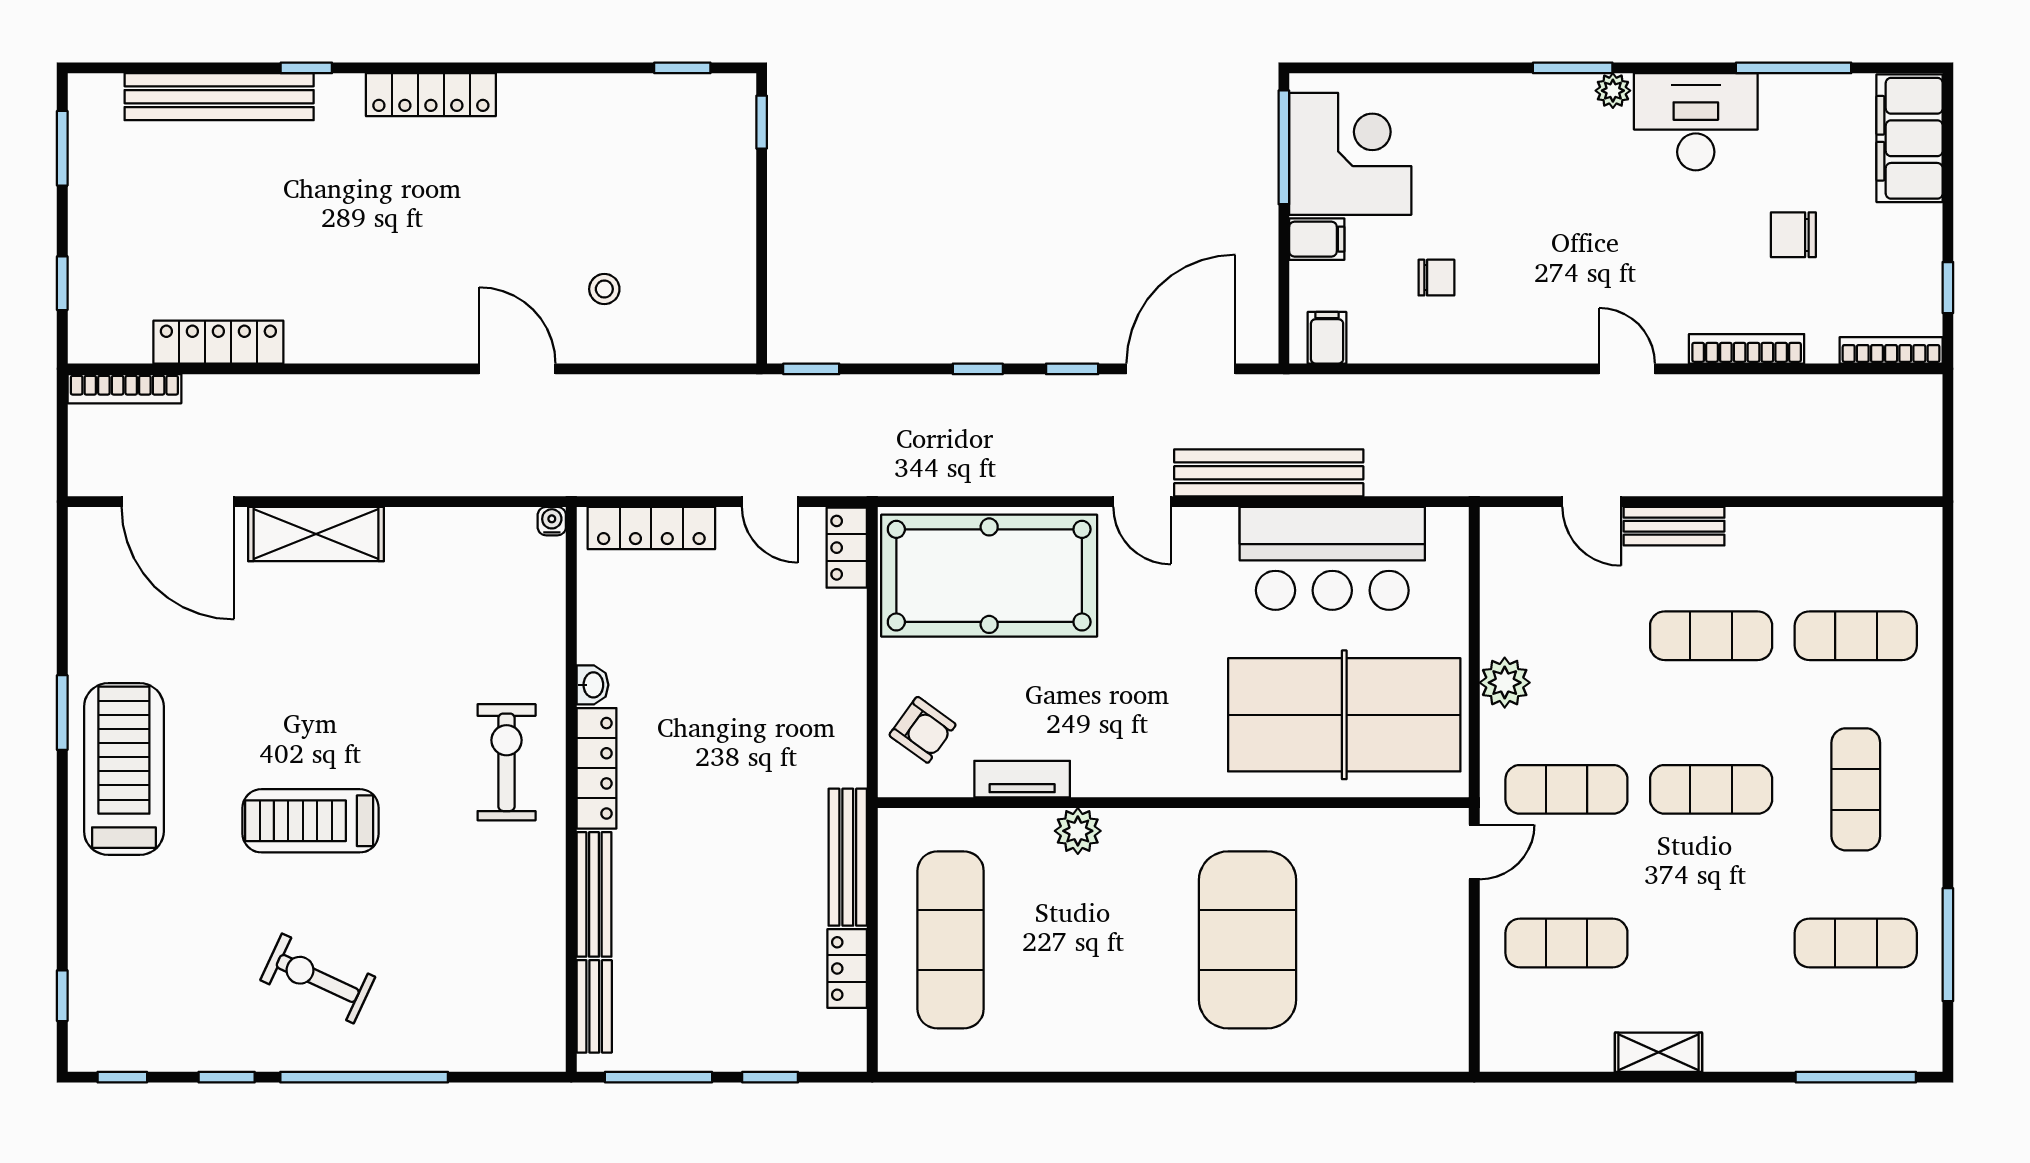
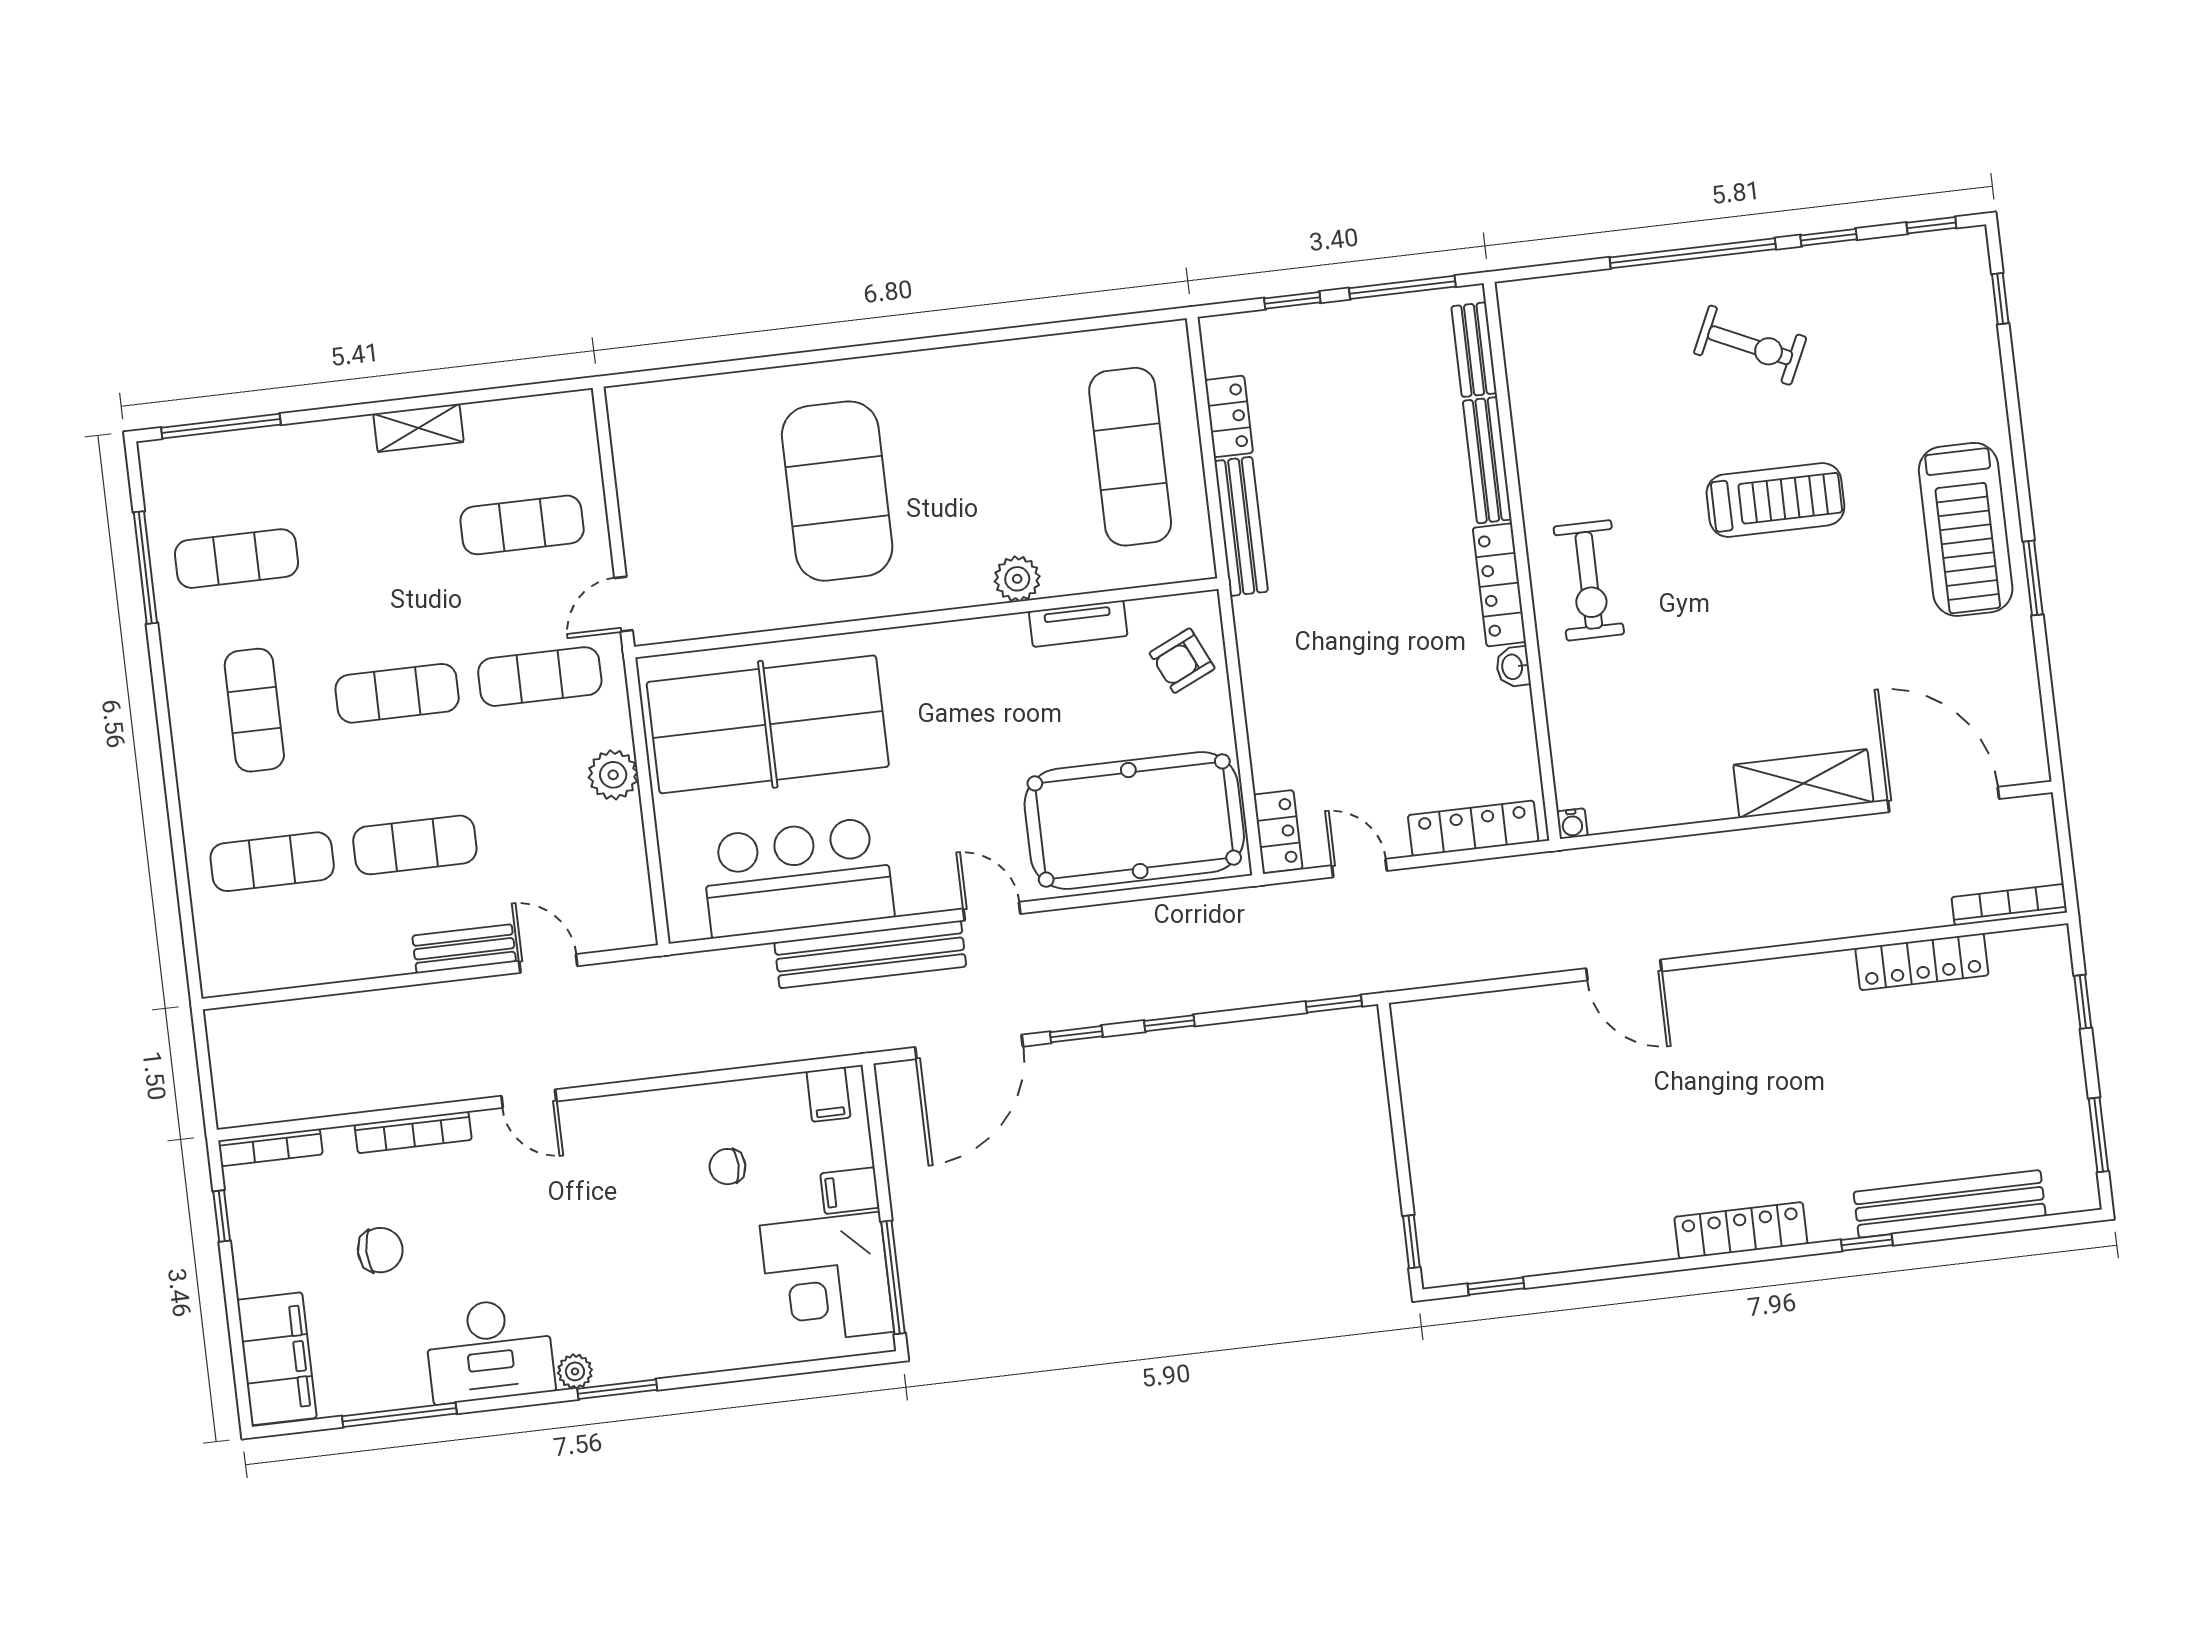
stool: (604, 289) -> (1547, 1059), removed
armchair: (923, 730) -> (1182, 661), turned -61

